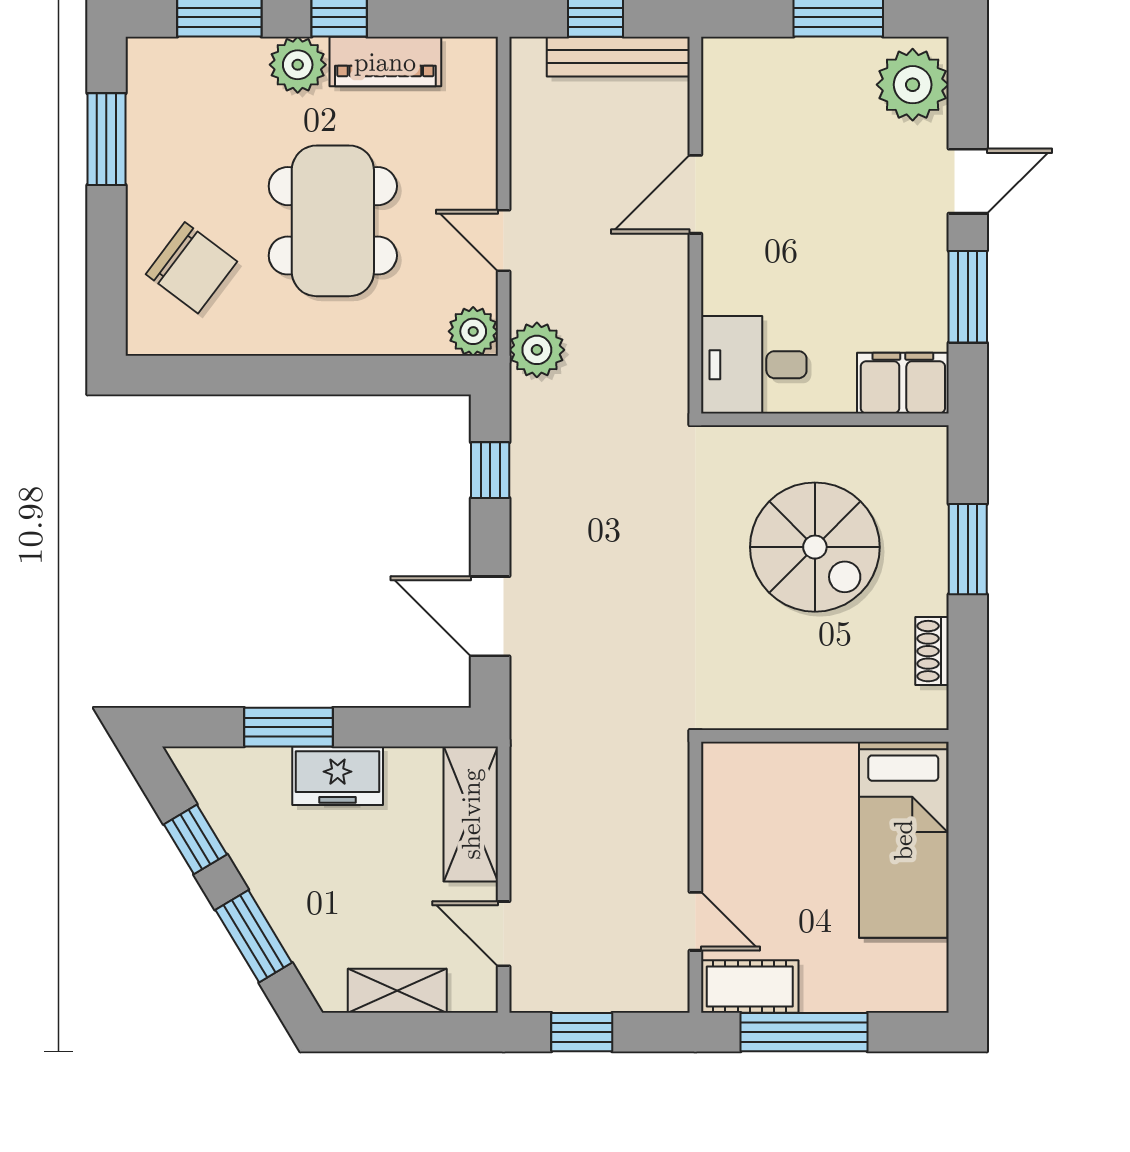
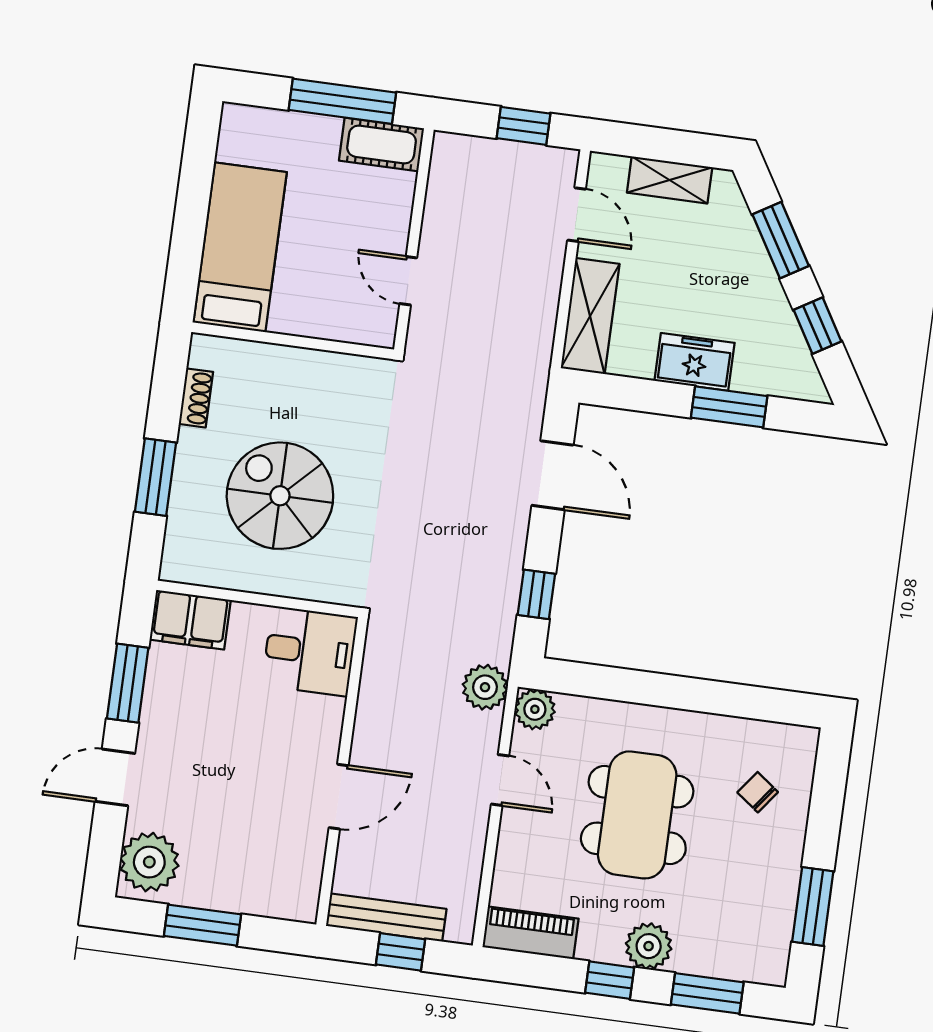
piano: (385, 62) -> (531, 933), moved
chair: (191, 268) -> (758, 792), width x0.54, depth x0.54
door: (695, 921) -> (408, 281), moved

